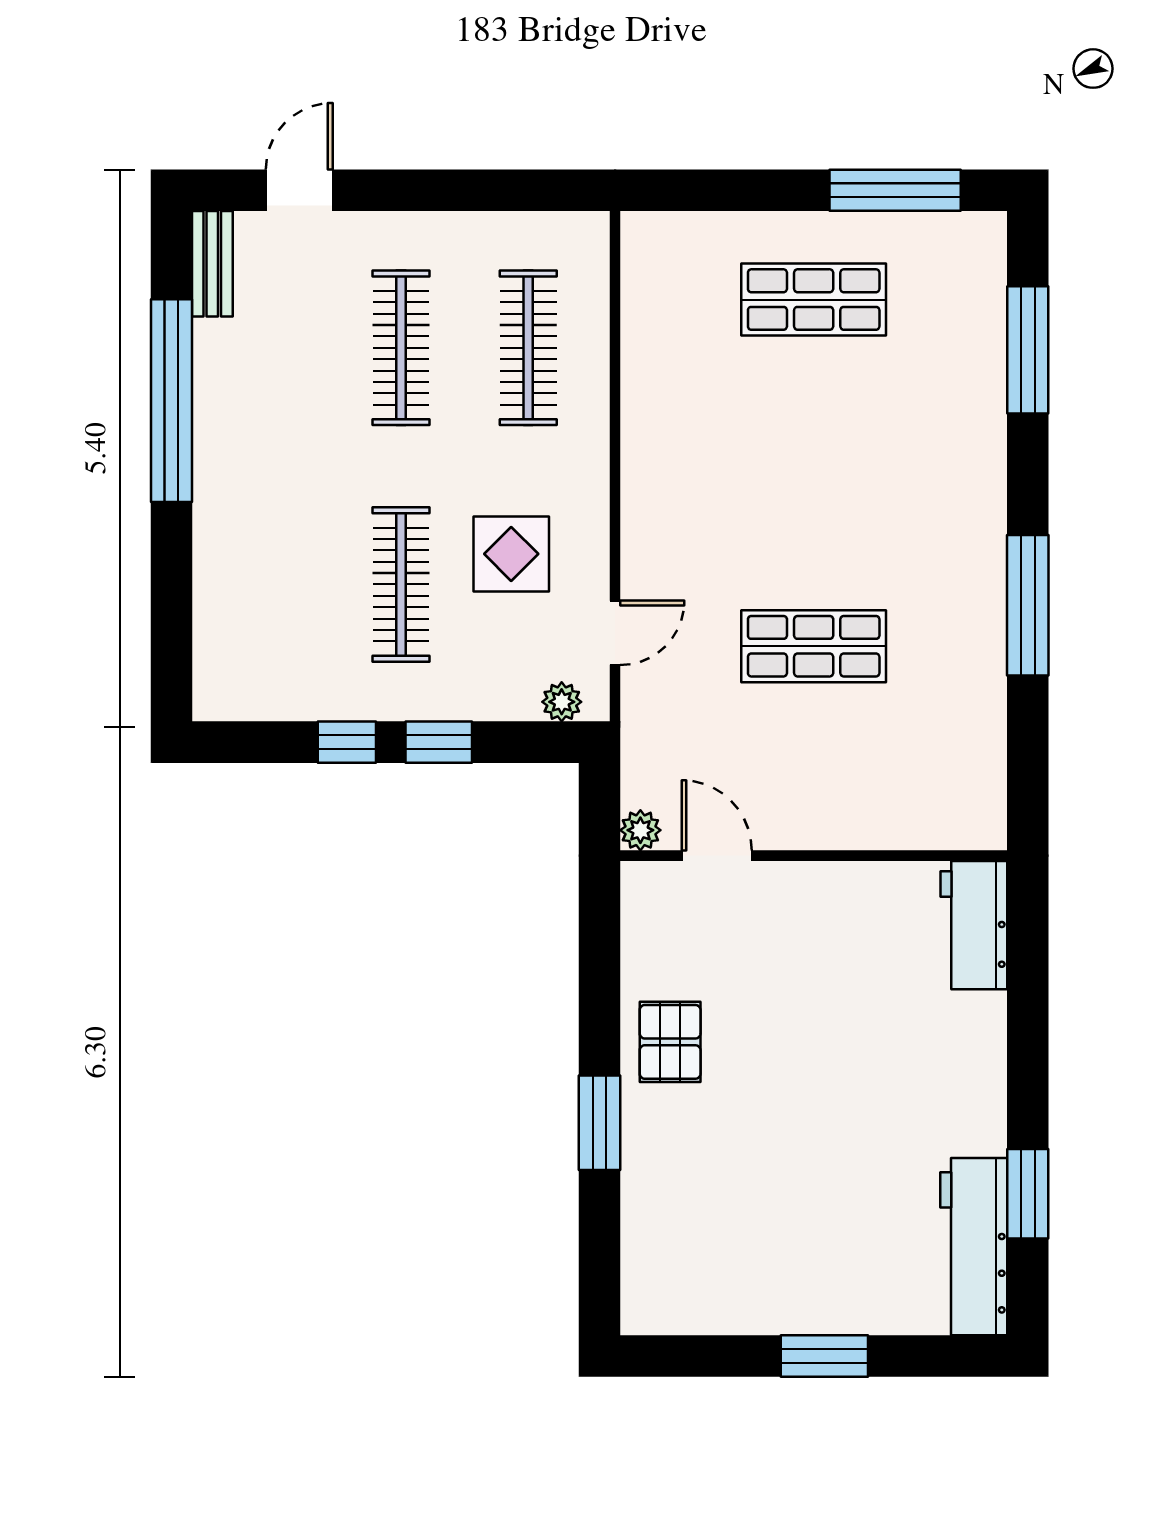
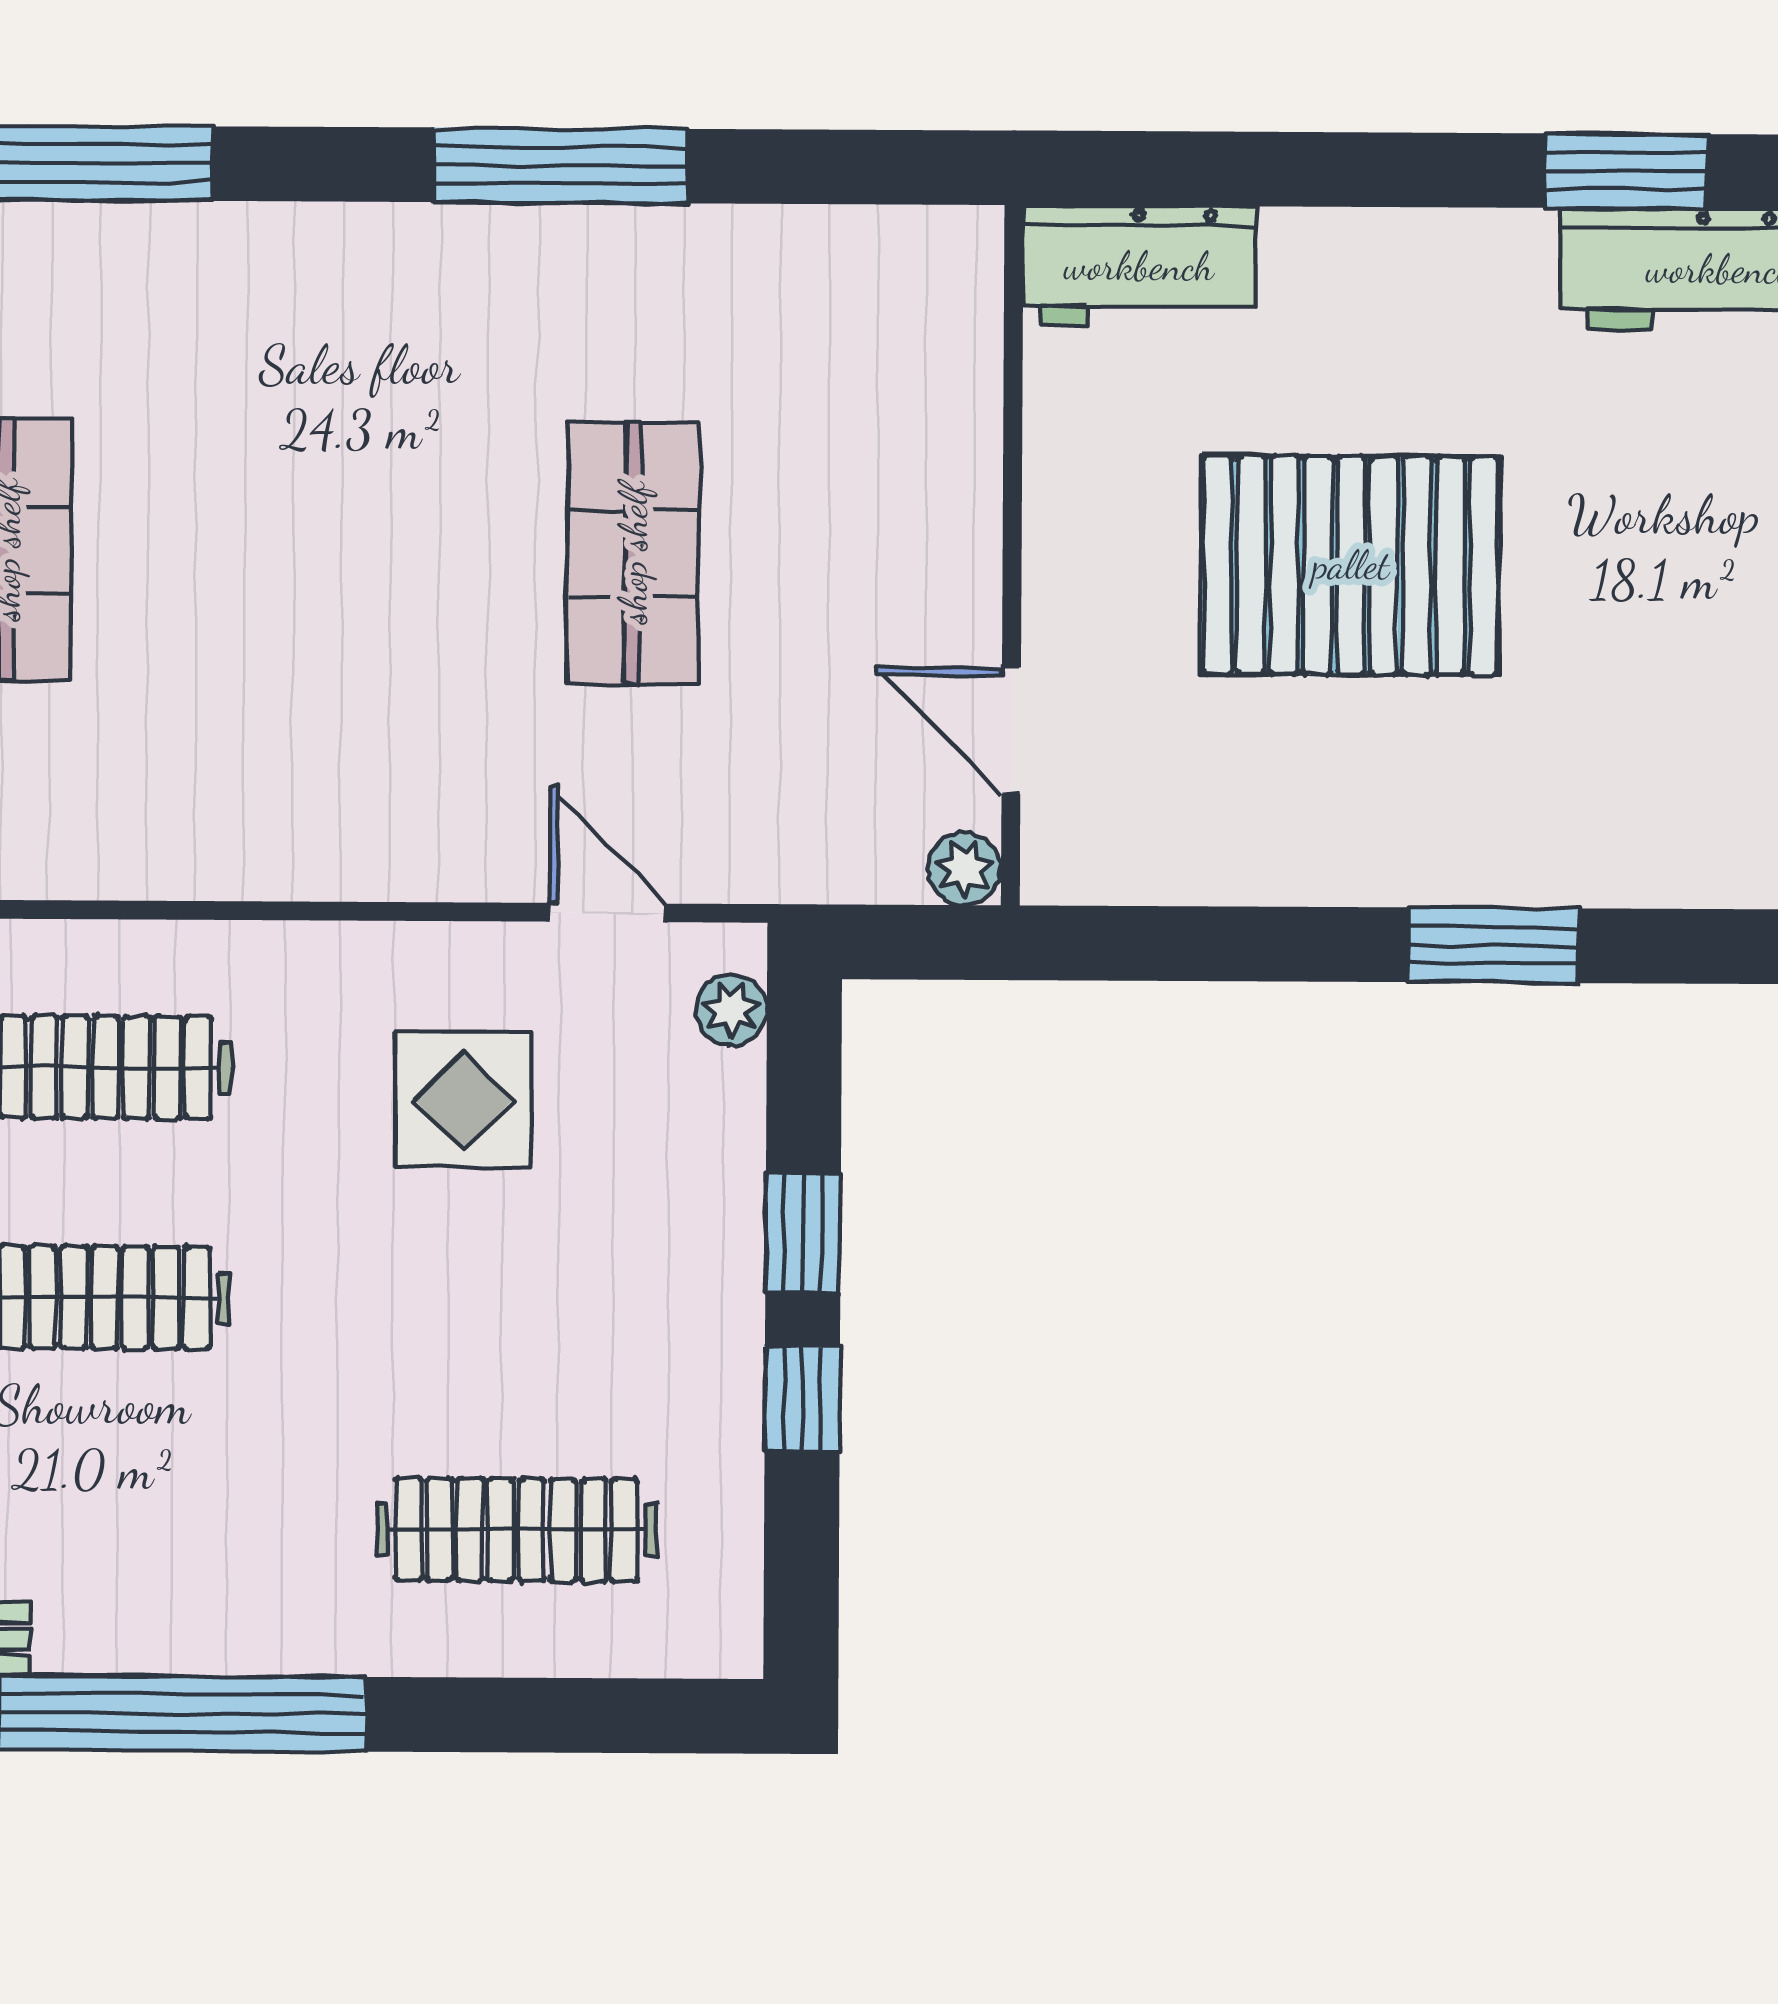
clothes rail: (401, 584) -> (516, 1530), moved
door: (717, 856) -> (1011, 731), hinge flipped
pallet: (670, 1042) -> (1351, 565), moved, width x2.05, depth x2.00

